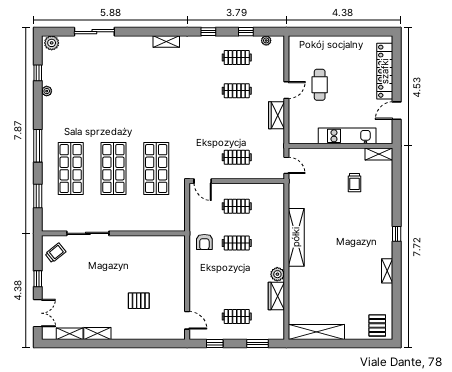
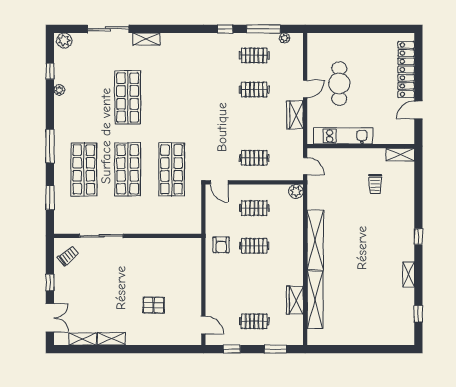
window: (246, 32) -> (264, 29), width x2.17
shelving: (166, 41) -> (146, 39), moved
cafe table: (320, 85) -> (339, 83), width x1.37, depth x1.35
shop shelf: (113, 98) -> (128, 97), added
kitchen unit: (347, 136) -> (343, 136), moved
plant: (277, 274) -> (296, 191), moved
window: (397, 309) -> (418, 314), added
pallet: (377, 325) -> (398, 330), removed
shelving: (316, 332) -> (315, 300), moved, turned 90

